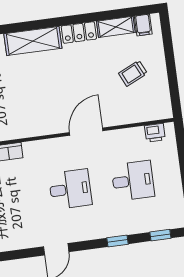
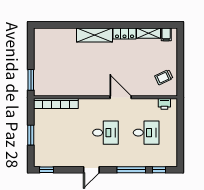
trolley: (133, 73) -> (164, 77), moved
door: (86, 132) -> (121, 97), hinge flipped
window: (117, 241) -> (131, 170), width x2.17

